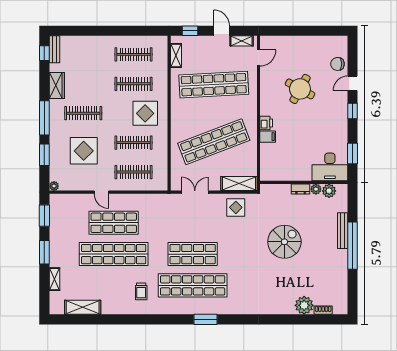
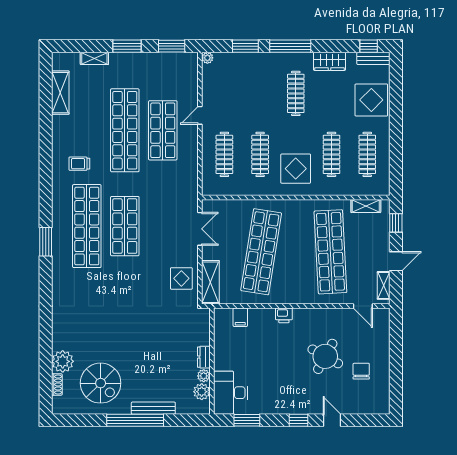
chair: (338, 64) -> (361, 371), moved
filing cabinet: (268, 137) -> (240, 317), moved
shop shelf: (214, 142) -> (261, 252), turned 30
display table: (84, 151) -> (371, 100), moved
spiral stairs: (284, 242) -> (101, 383), moved

